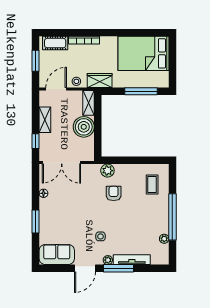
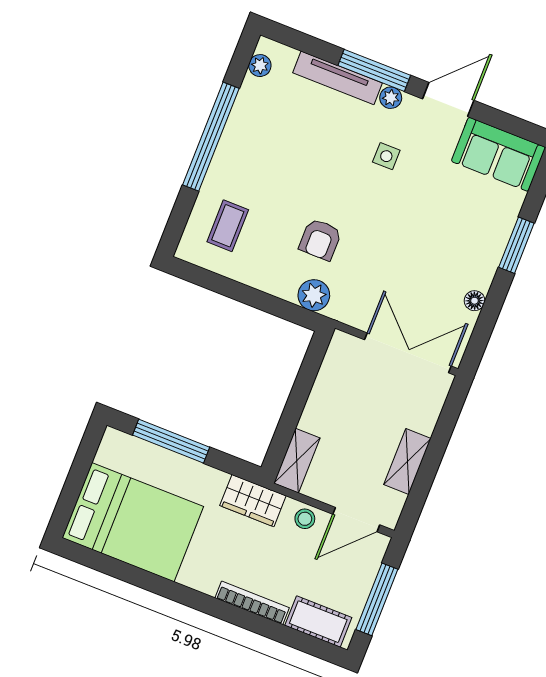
window: (36, 61) -> (377, 599), width x1.44
boiler: (84, 127) -> (328, 412), removed
window: (36, 141) -> (447, 423), removed
plant: (164, 239) -> (260, 66), moved

